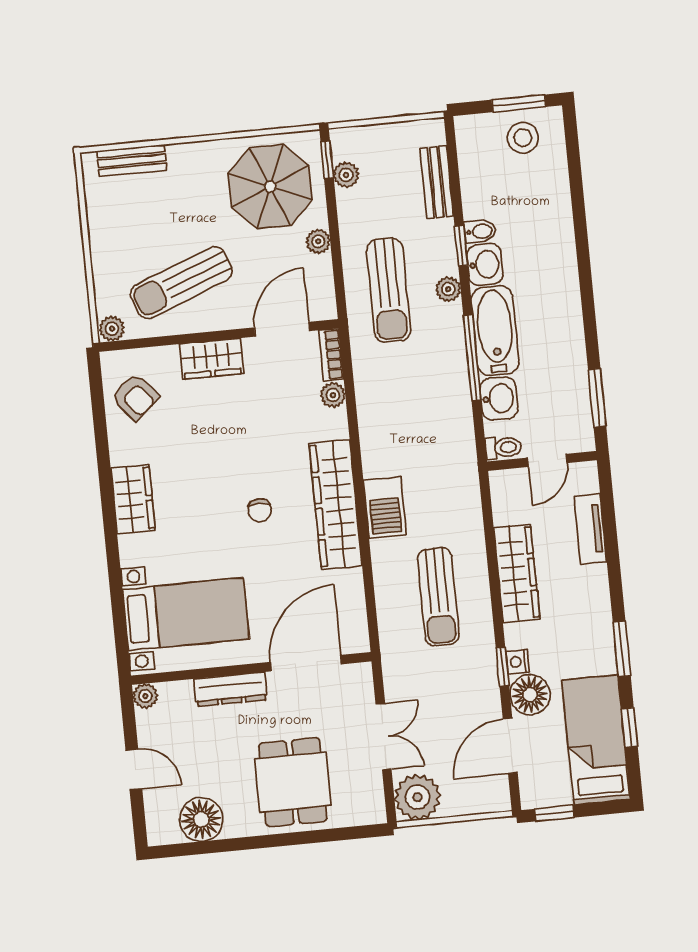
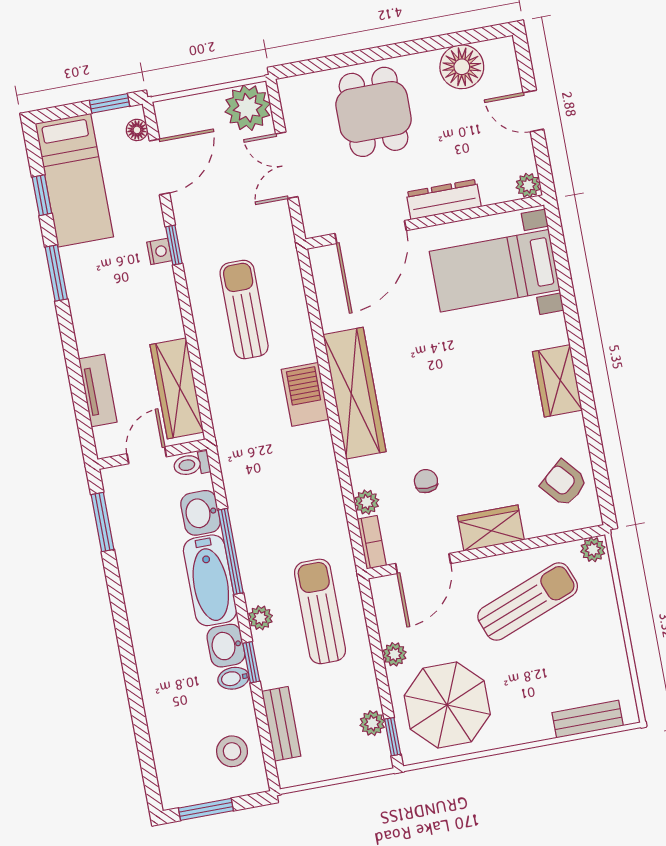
stool: (523, 138) -> (232, 751), moved
chair: (260, 510) -> (426, 481), moved
wardrobe: (517, 573) -> (177, 388), moved
floor lamp: (530, 695) -> (137, 130), moved, width x0.53, depth x0.53

